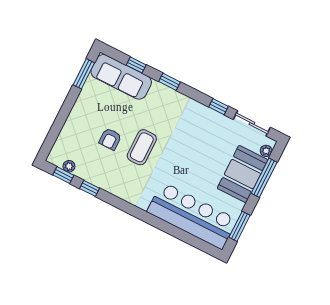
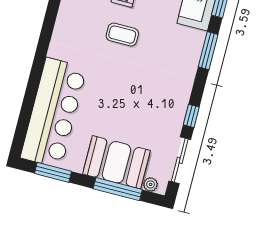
window: (170, 82) -> (208, 51), width x1.50
coffee table: (142, 147) -> (122, 35), width x0.73, depth x0.77

